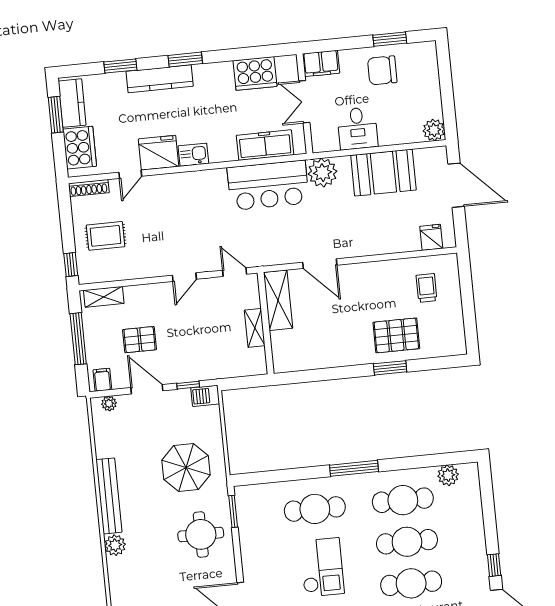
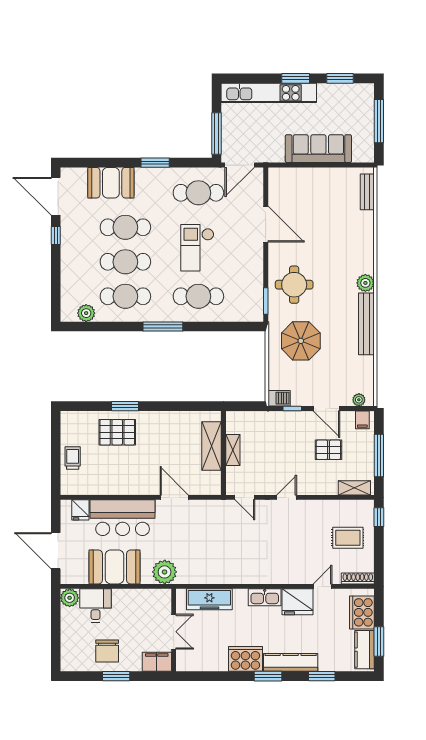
window: (390, 39) -> (116, 676), moved
chair: (382, 70) -> (107, 651), turned 90
cooker: (255, 73) -> (245, 659), moved
desk: (357, 128) -> (96, 605), moved
kitchen sink: (193, 155) -> (265, 597), width x1.38
bar counter: (268, 185) -> (123, 518), moved, turned 180
trolley: (427, 288) -> (73, 458), moved, turned 180
shelving: (278, 300) -> (211, 446), moved

